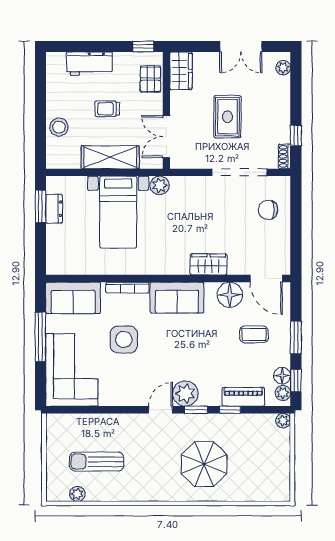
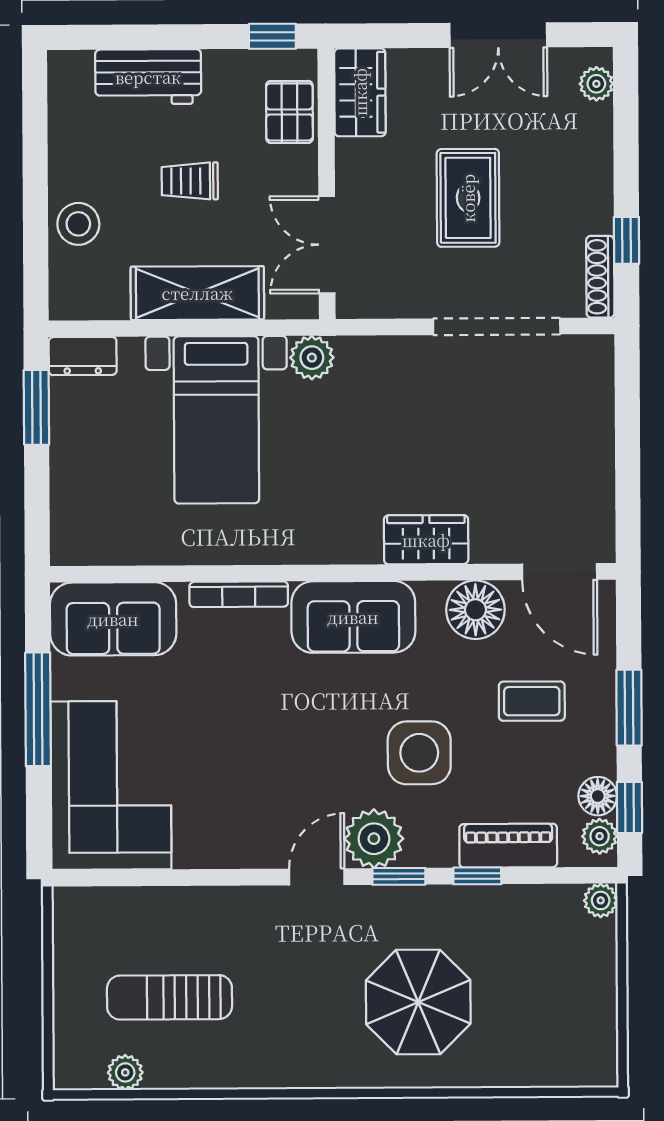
shoe rack: (284, 156) -> (600, 277), width x1.43
dresser: (54, 209) -> (83, 356), moved, turned 90
chair: (268, 210) -> (563, 413), removed
side table: (124, 339) -> (419, 753), moved

